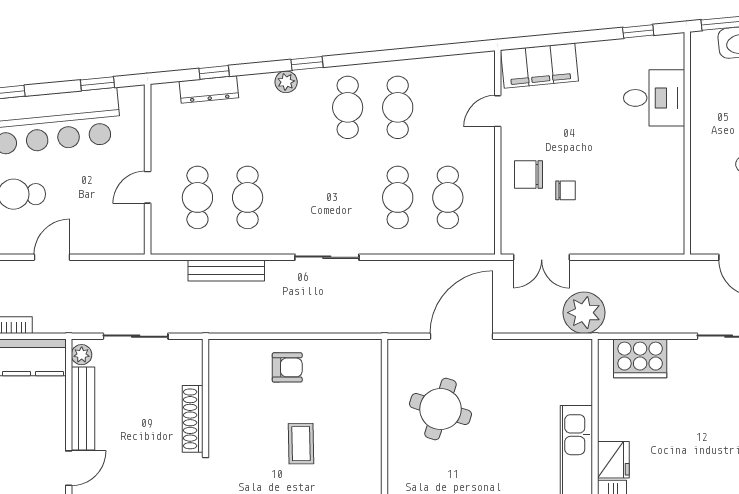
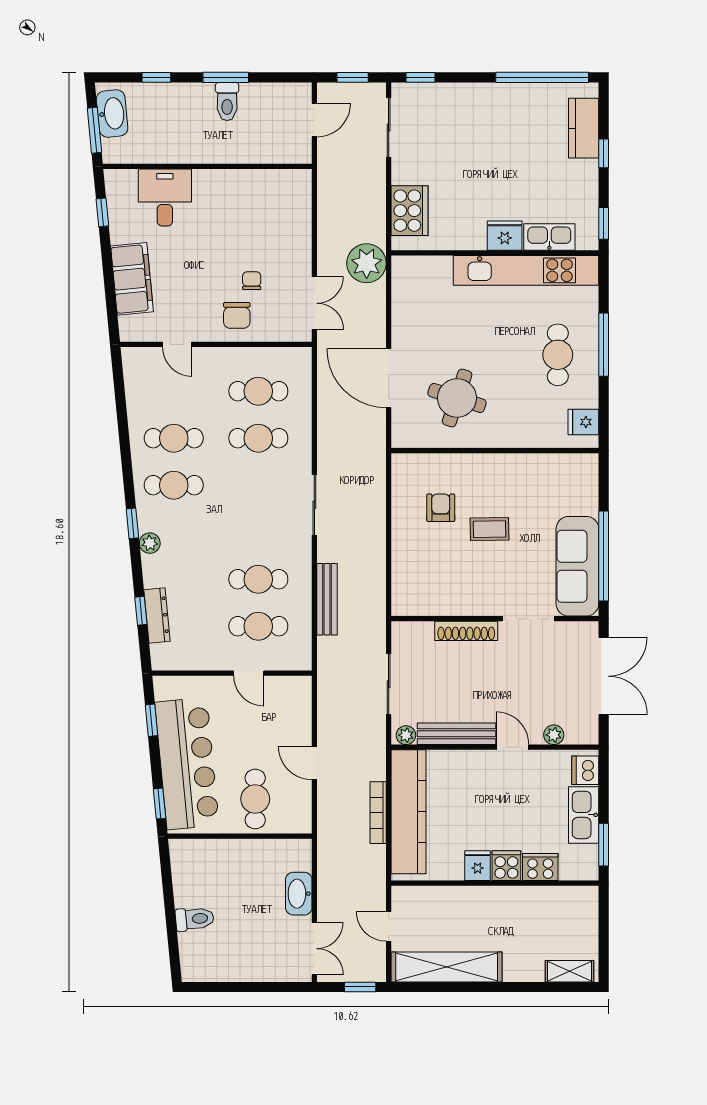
filing cabinet: (539, 66) -> (132, 279), moved
armchair: (287, 367) -> (441, 508), moved

